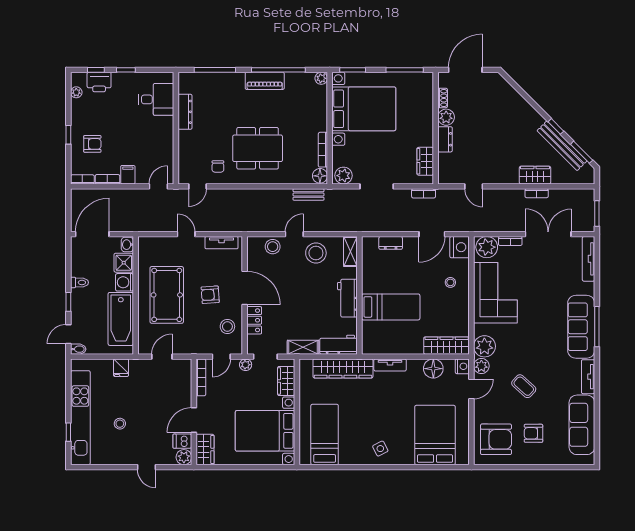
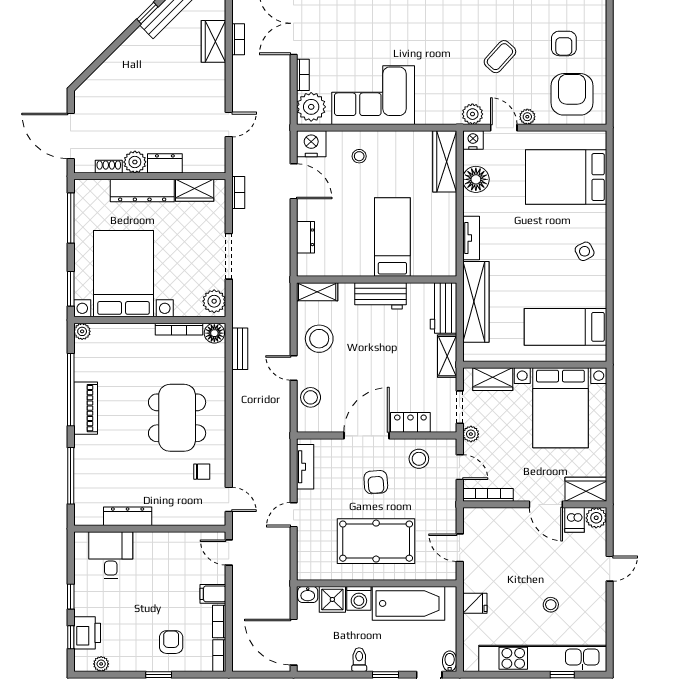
dresser: (425, 123) -> (142, 191), added
plant: (484, 346) -> (527, 117), moved, width x0.53, depth x0.53

